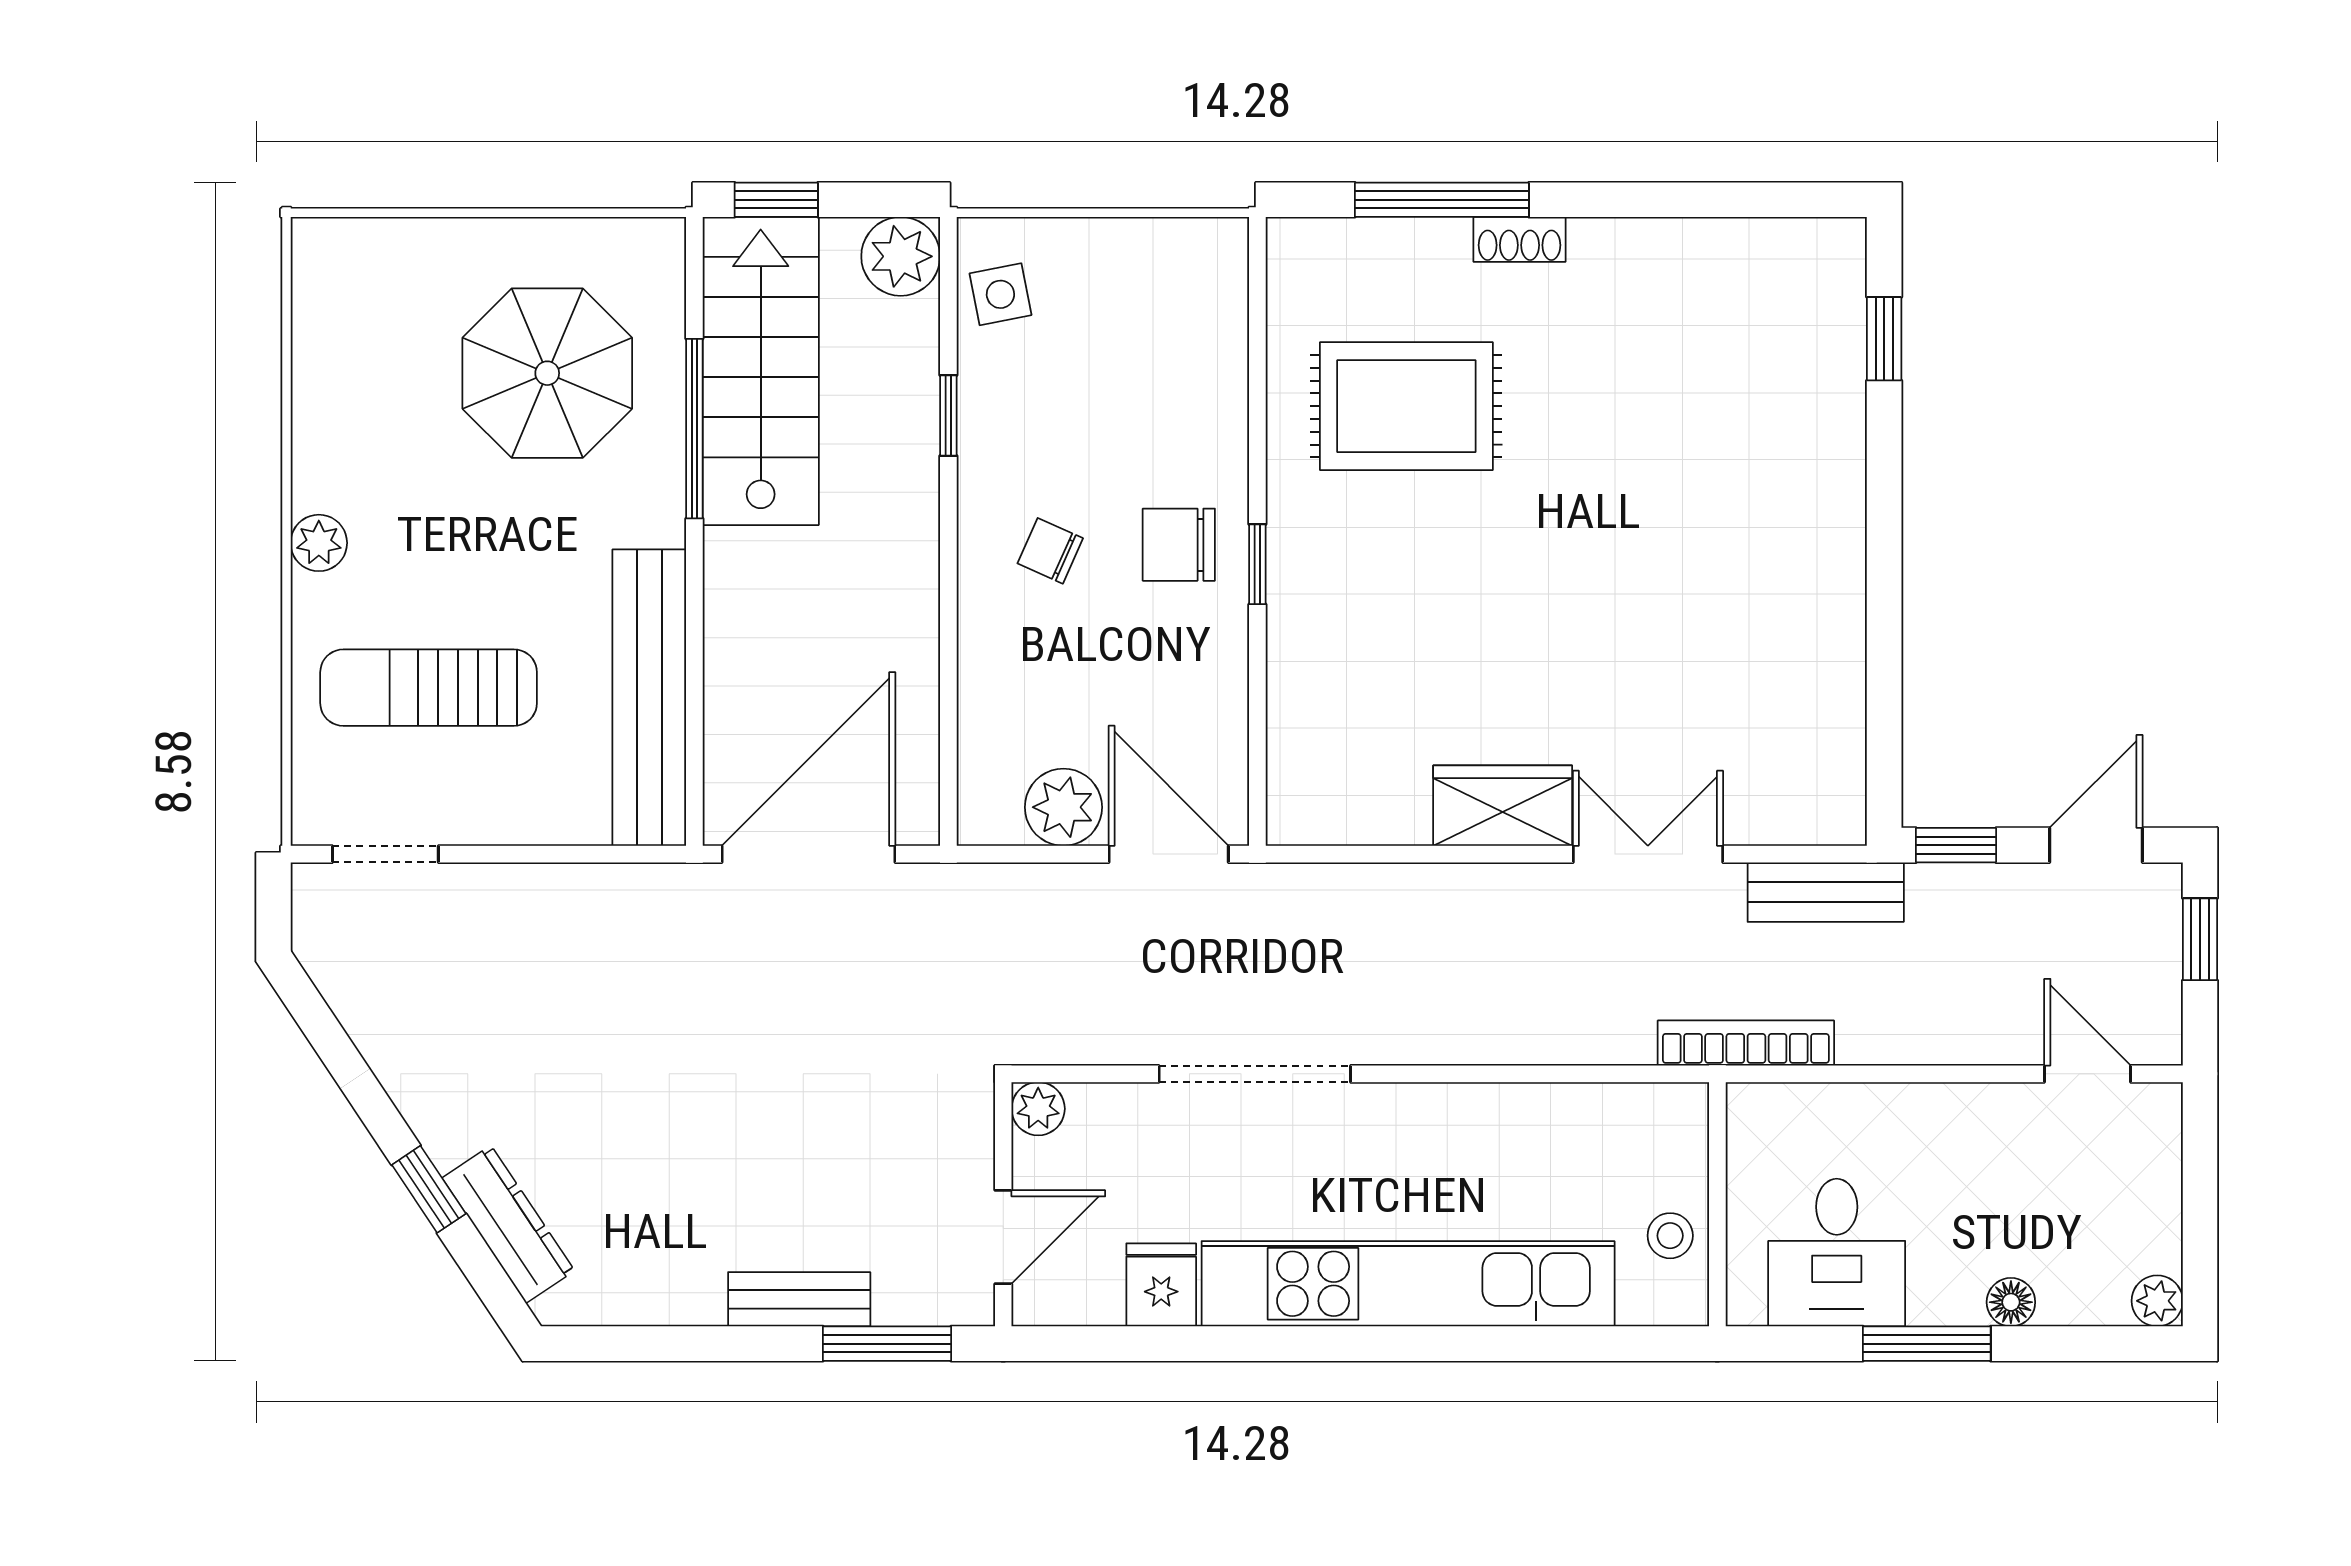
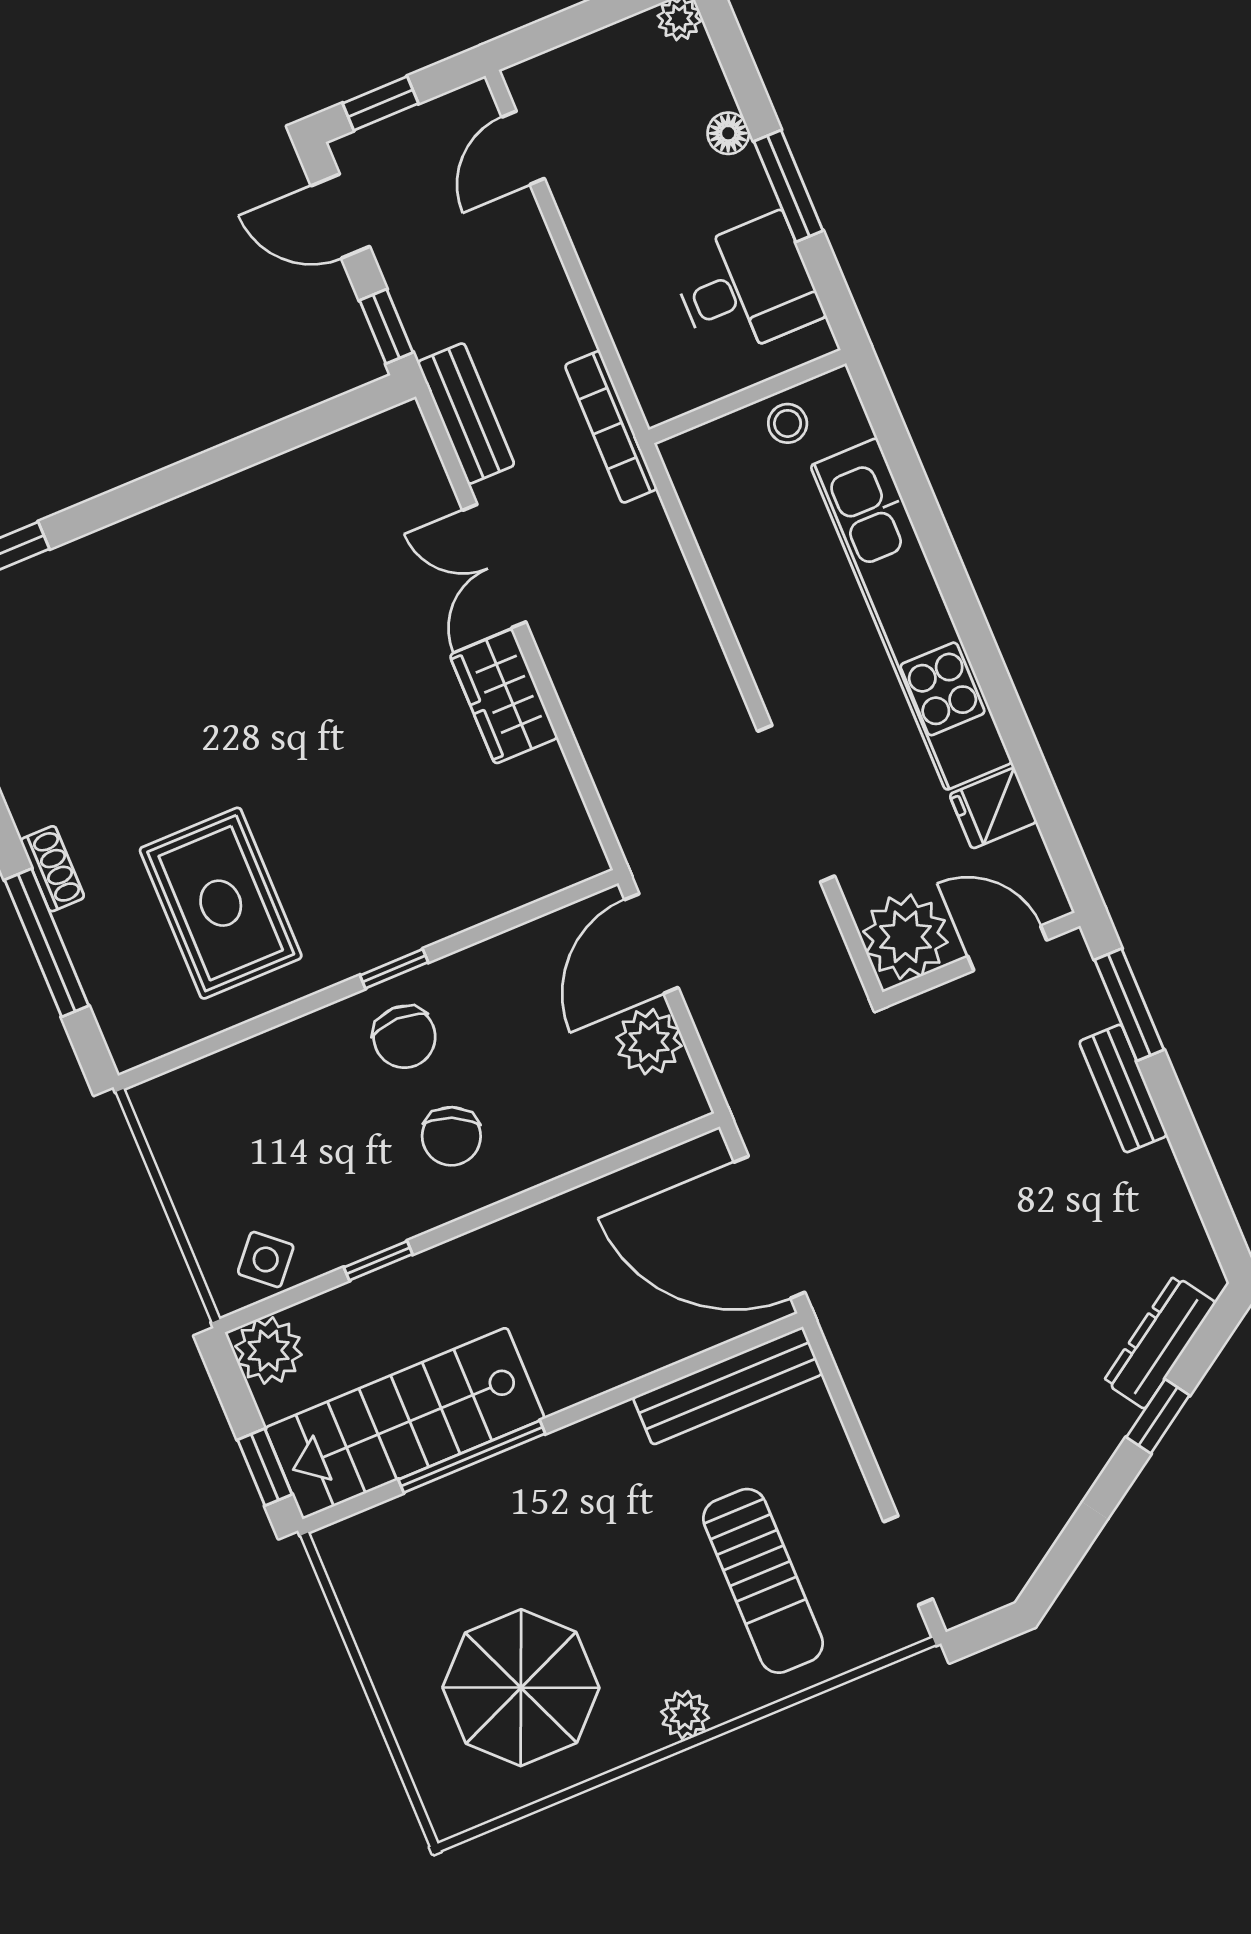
side table: (1000, 294) -> (266, 1259), turned -38
parasol: (547, 373) -> (521, 1688), moved
chair: (1050, 551) -> (451, 1136), width x1.37, depth x1.37
bench: (649, 698) -> (728, 1386), width x0.73, depth x0.82
plant: (1038, 1109) -> (905, 937), width x1.88, depth x1.88

